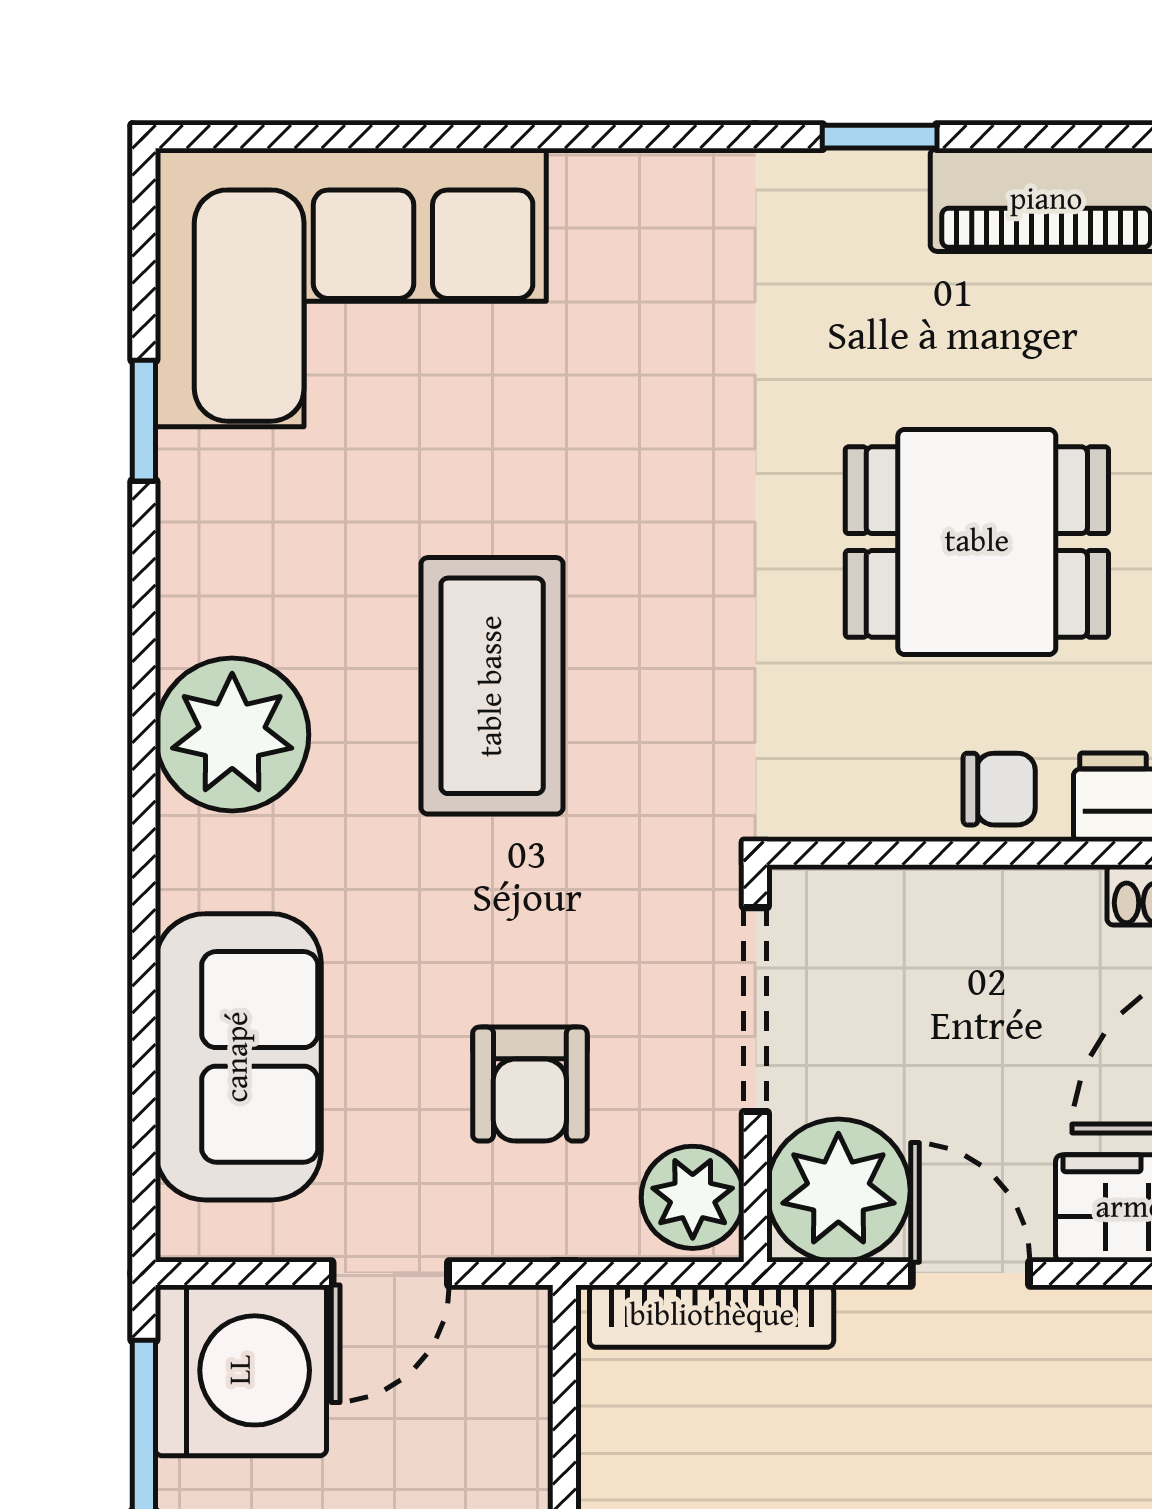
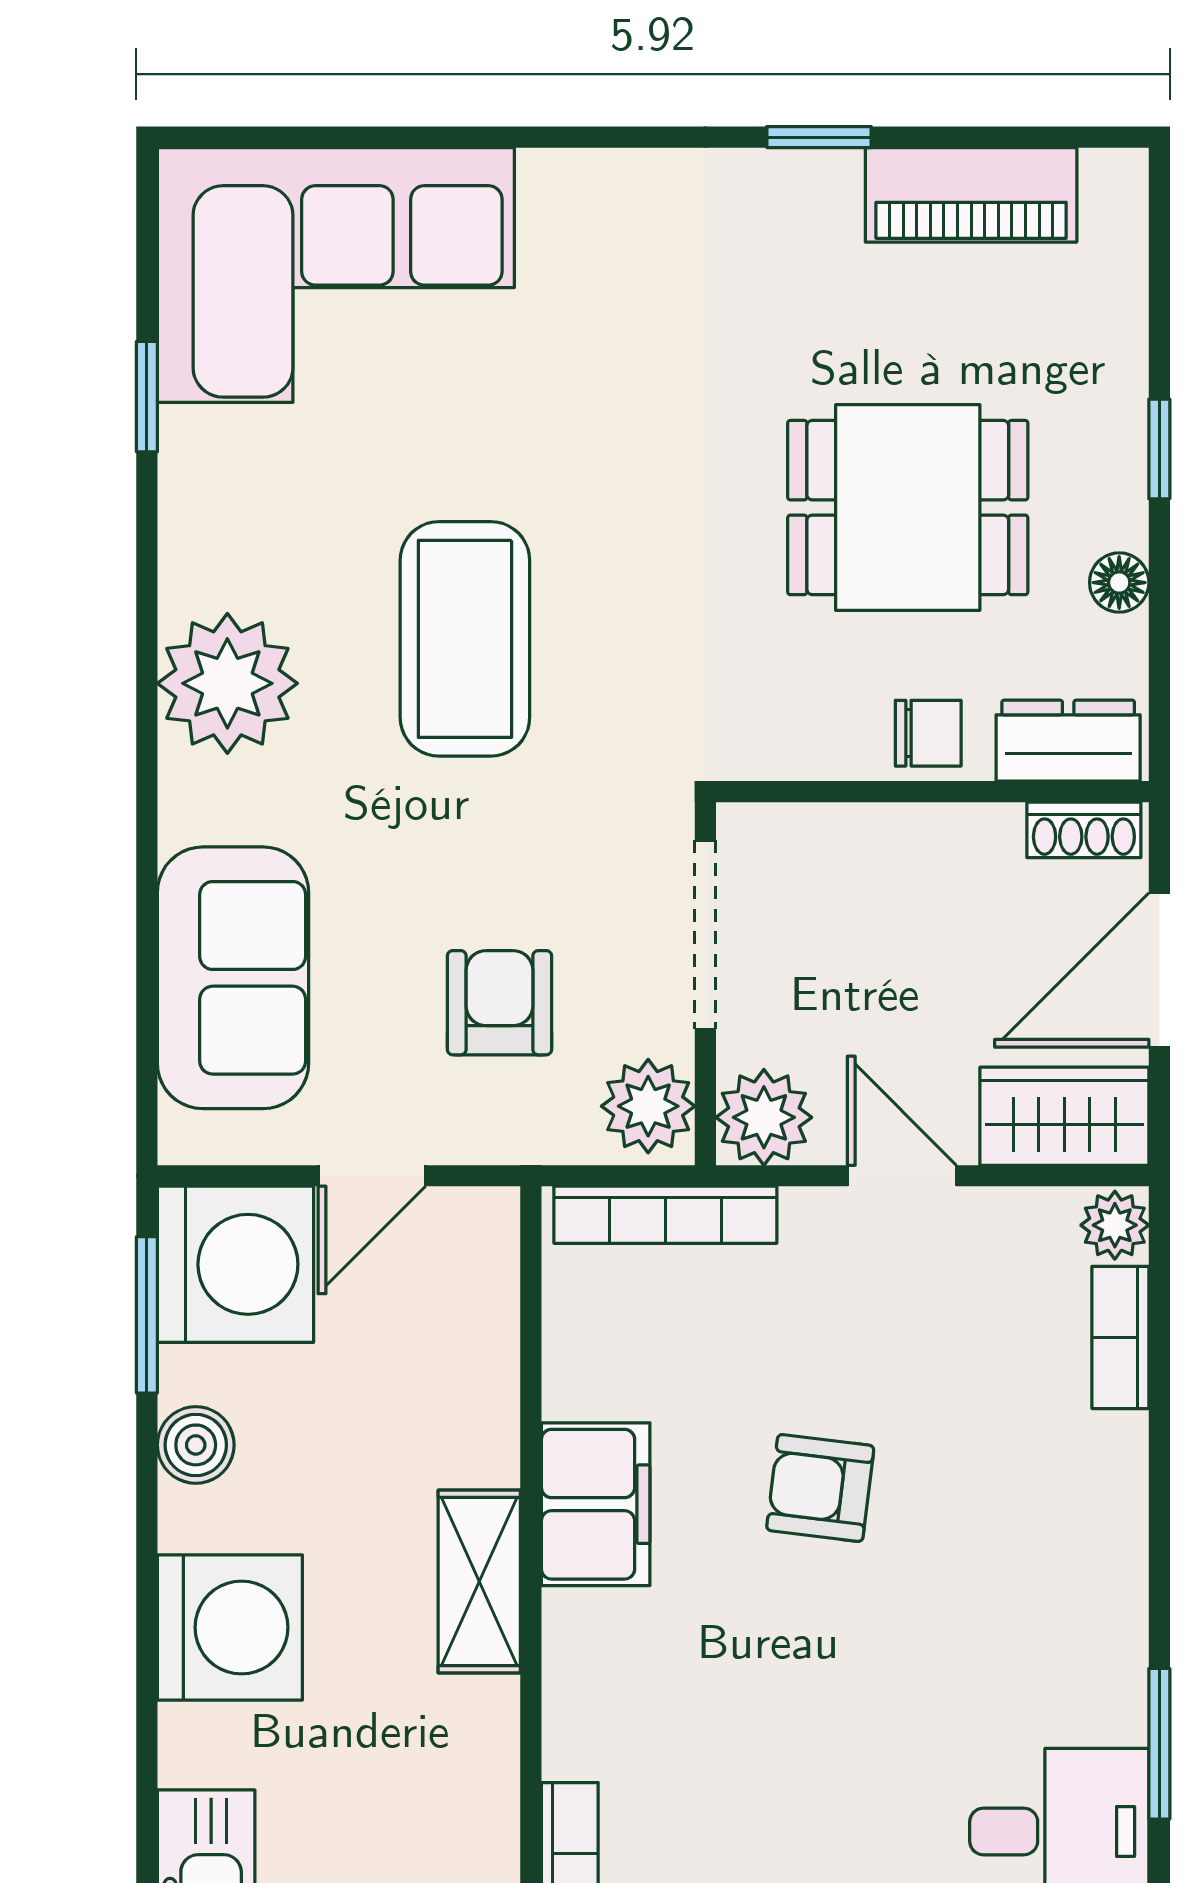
armchair: (530, 1084) -> (499, 1003), turned 180
plant: (838, 1190) -> (764, 1117), width x0.73, depth x0.73

